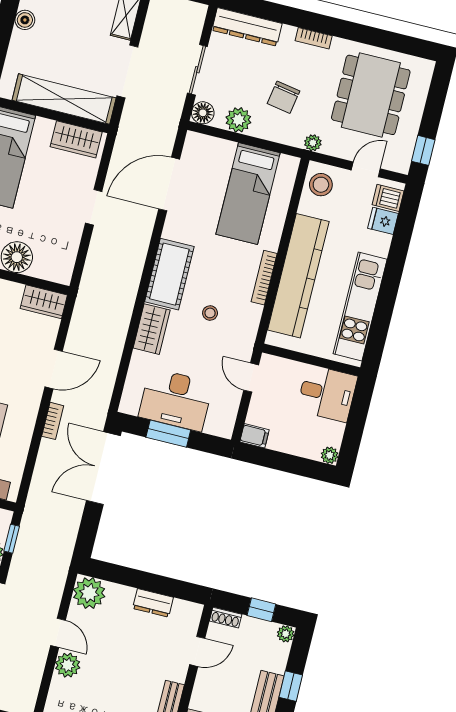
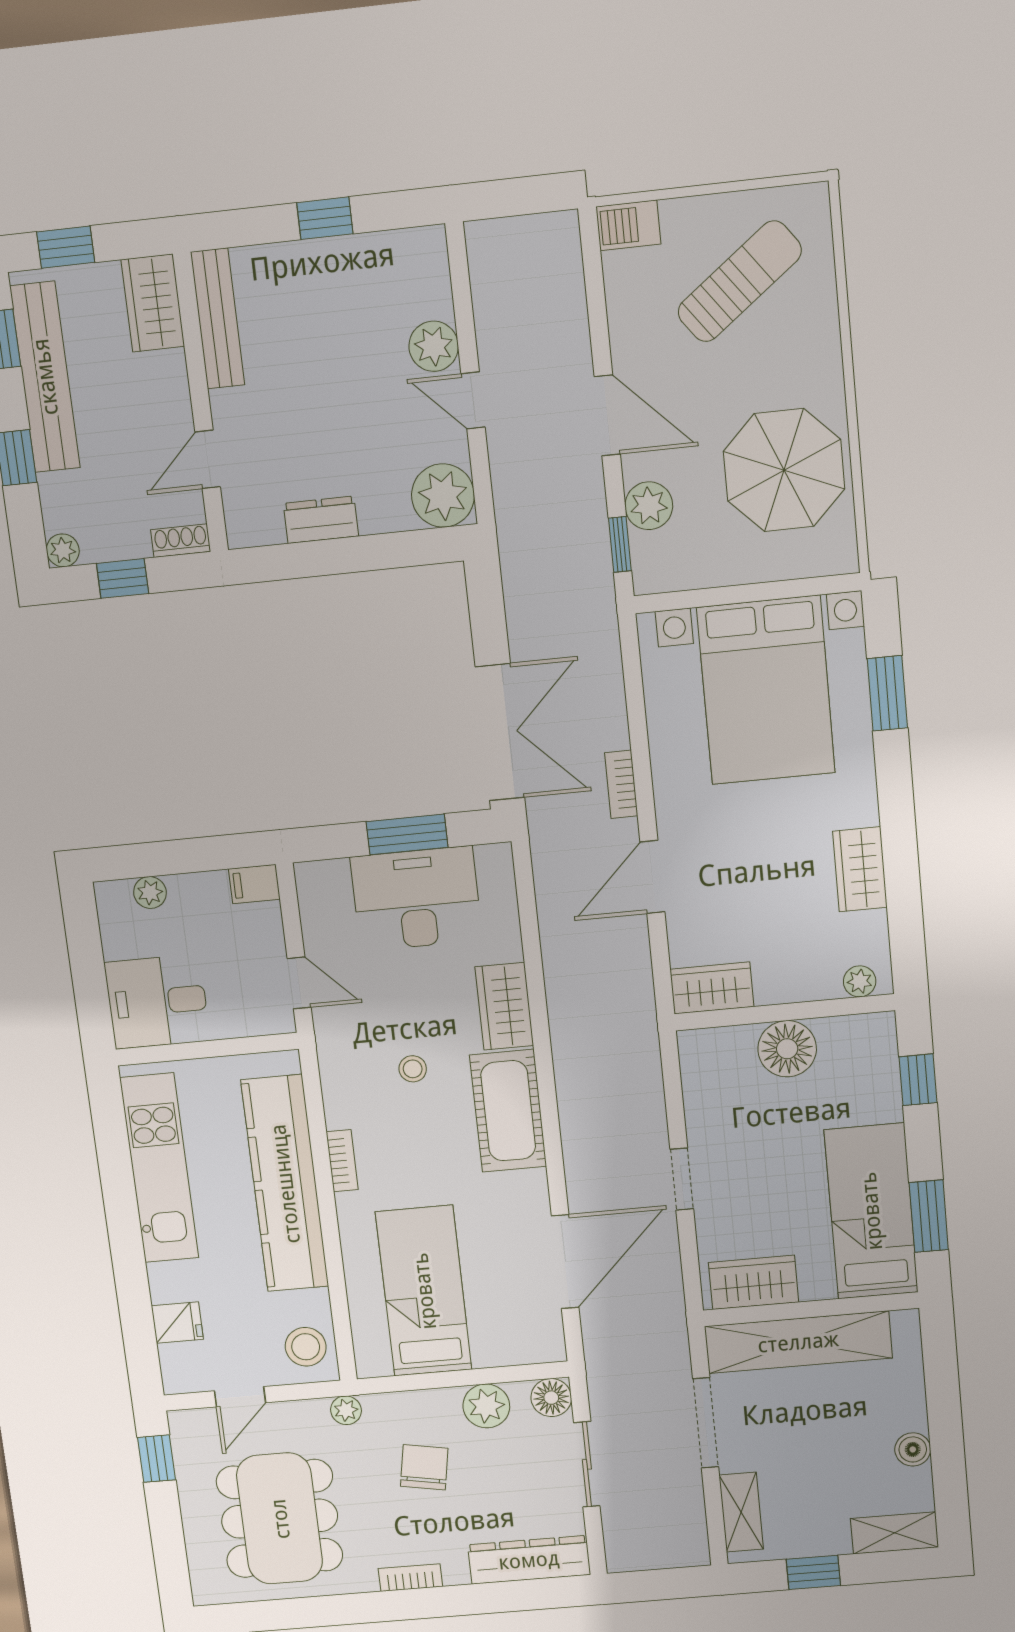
dishwasher: (388, 198) -> (184, 1363), removed
bookcase: (264, 278) -> (342, 1161), width x0.64
plant: (330, 455) -> (150, 893), moved

